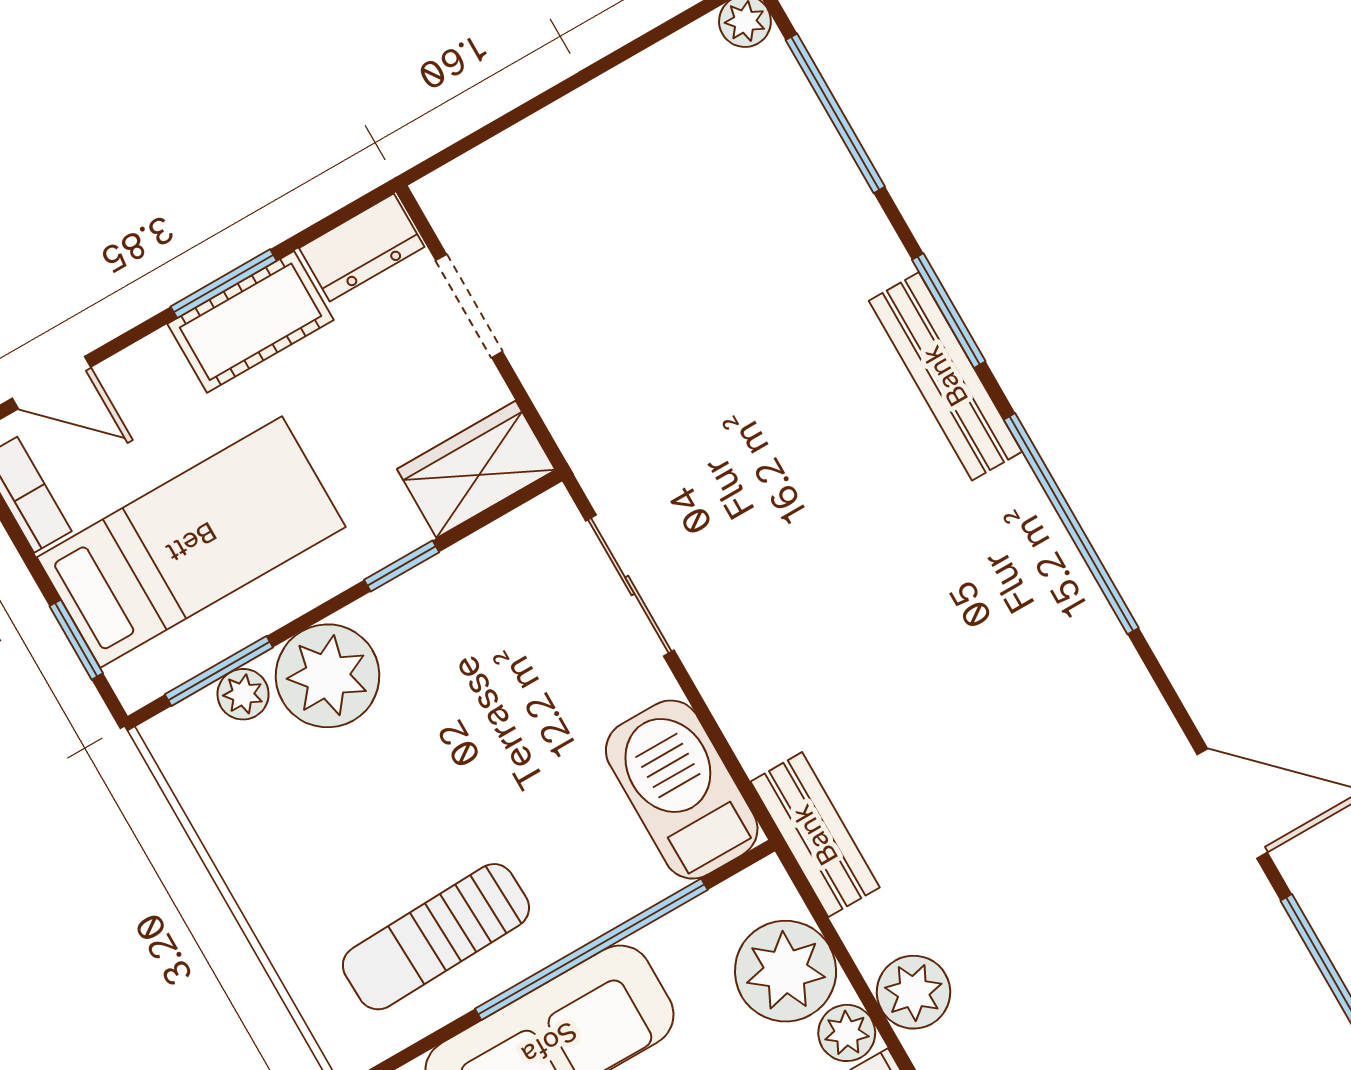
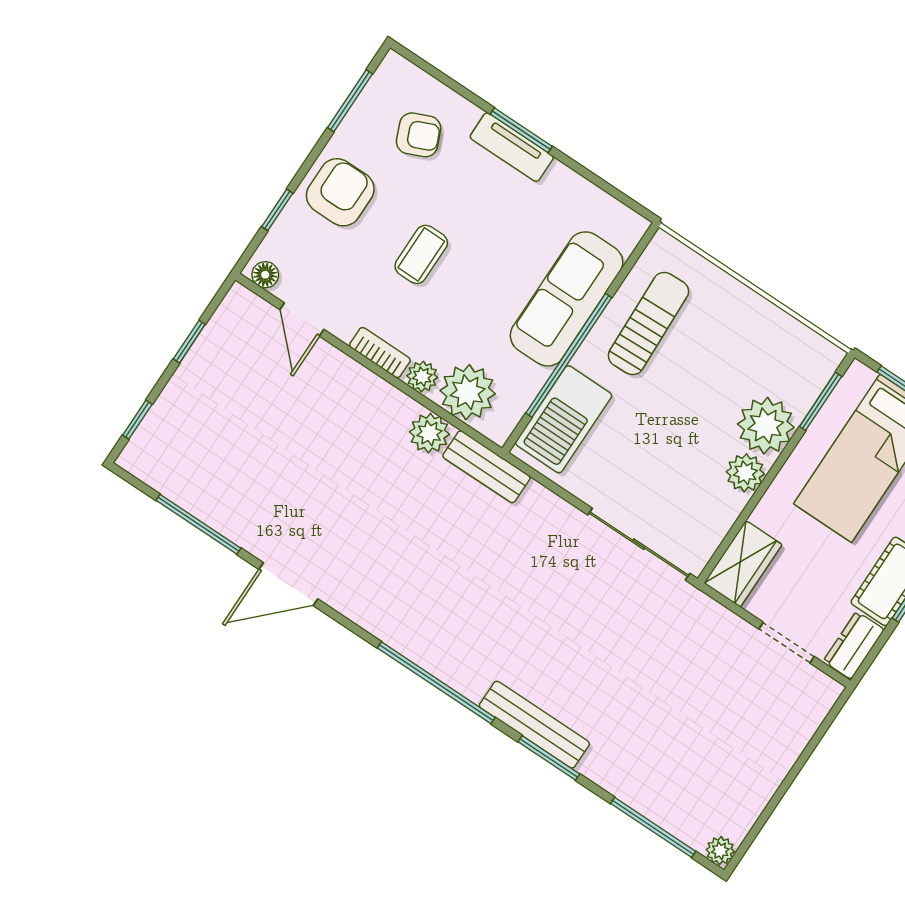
window: (402, 566) -> (756, 498), removed
sliding door: (630, 586) -> (639, 544), width x1.37
plant: (243, 694) -> (745, 473), moved, width x1.38, depth x1.38
barbecue: (682, 790) -> (564, 419), moved, turned 90
plant: (914, 992) -> (429, 433), moved

